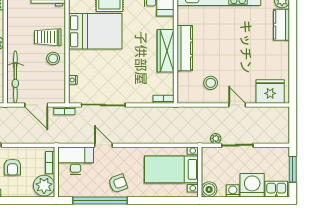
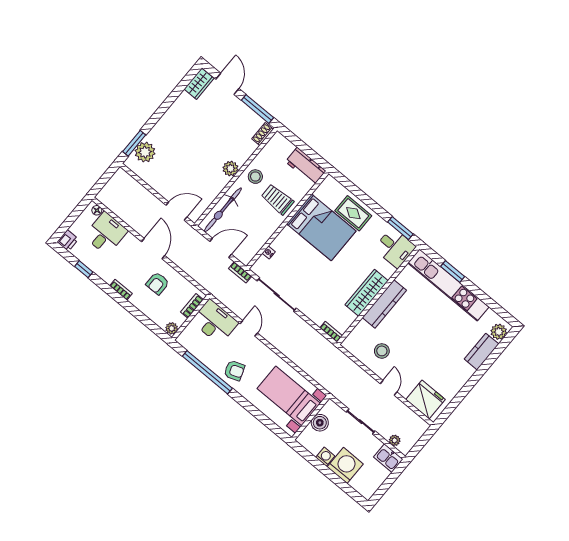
stool: (53, 58) -> (255, 177), moved
door: (36, 105) -> (221, 248), swing flipped
plant: (216, 138) -> (395, 440), moved
window: (293, 169) -> (390, 480), removed
plant: (44, 186) -> (172, 328), width x0.53, depth x0.53
boiler: (209, 189) -> (320, 423), moved
kitchen sink: (276, 189) -> (388, 458), moved, turned 180

